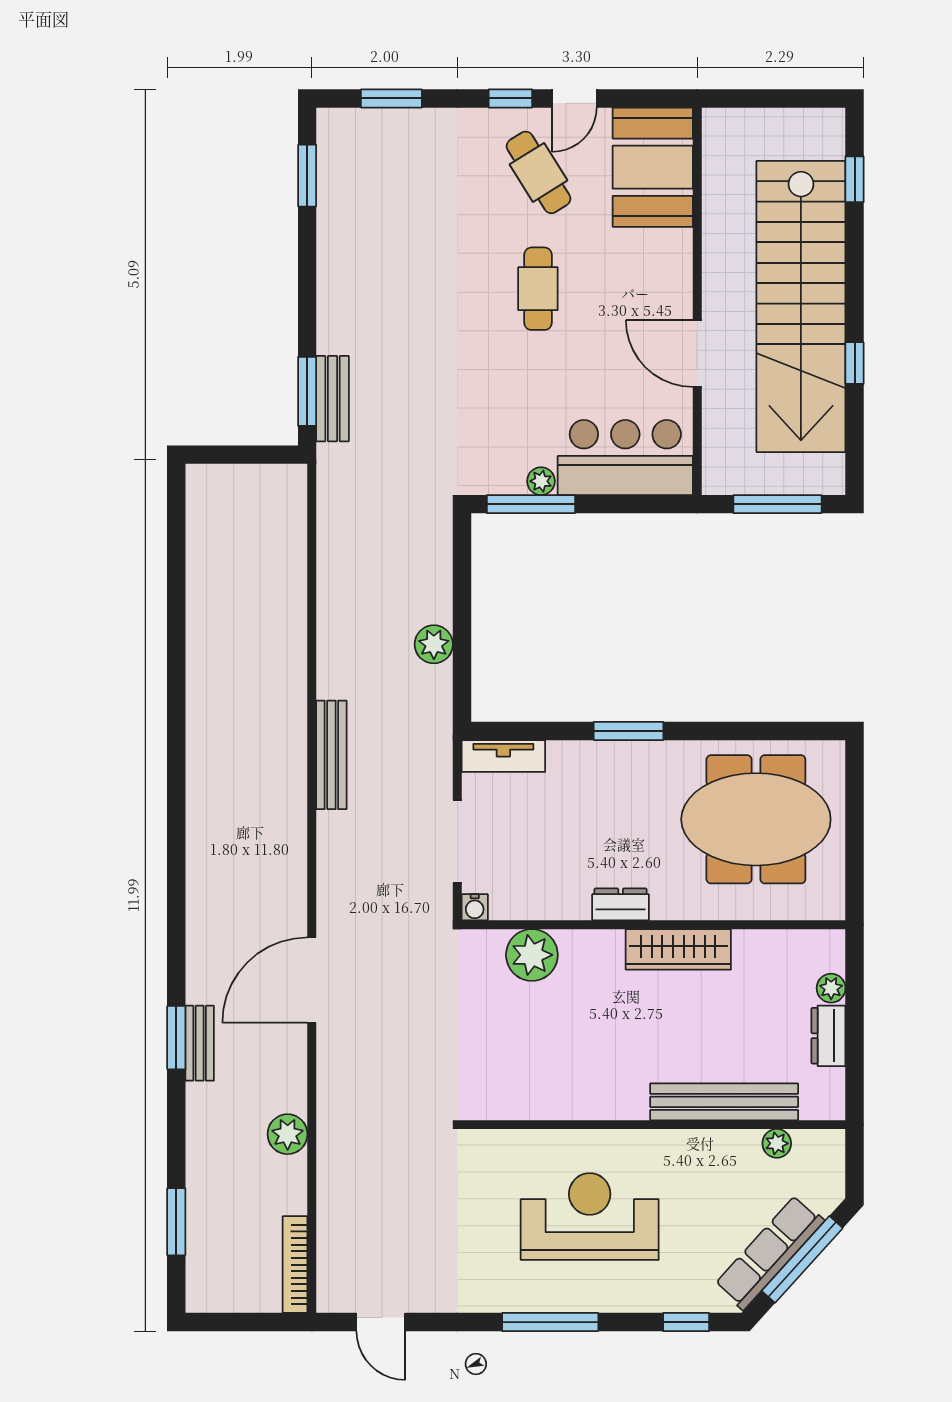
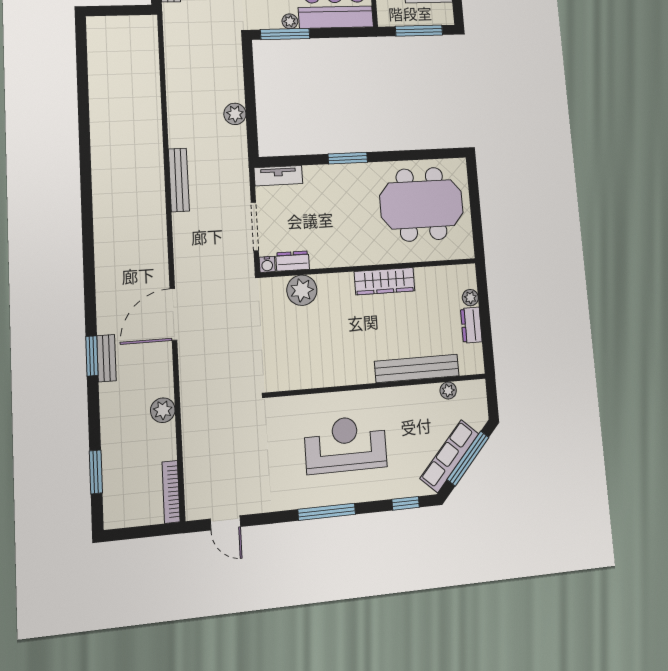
dresser: (621, 904) -> (293, 261), moved

